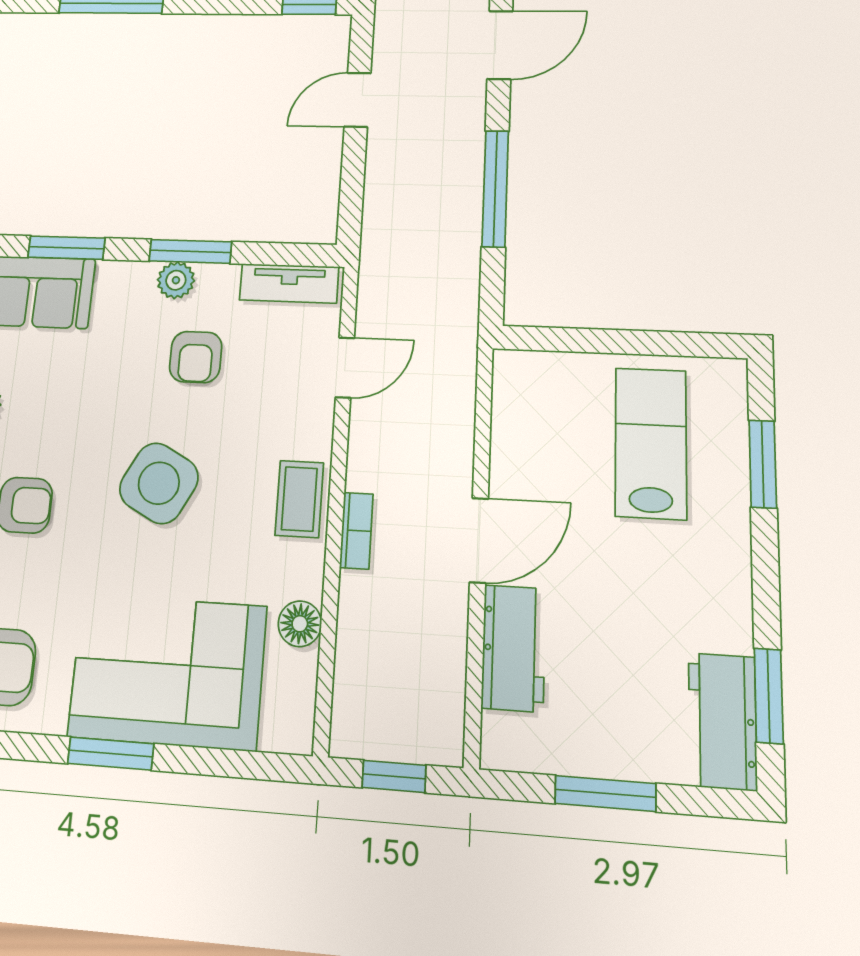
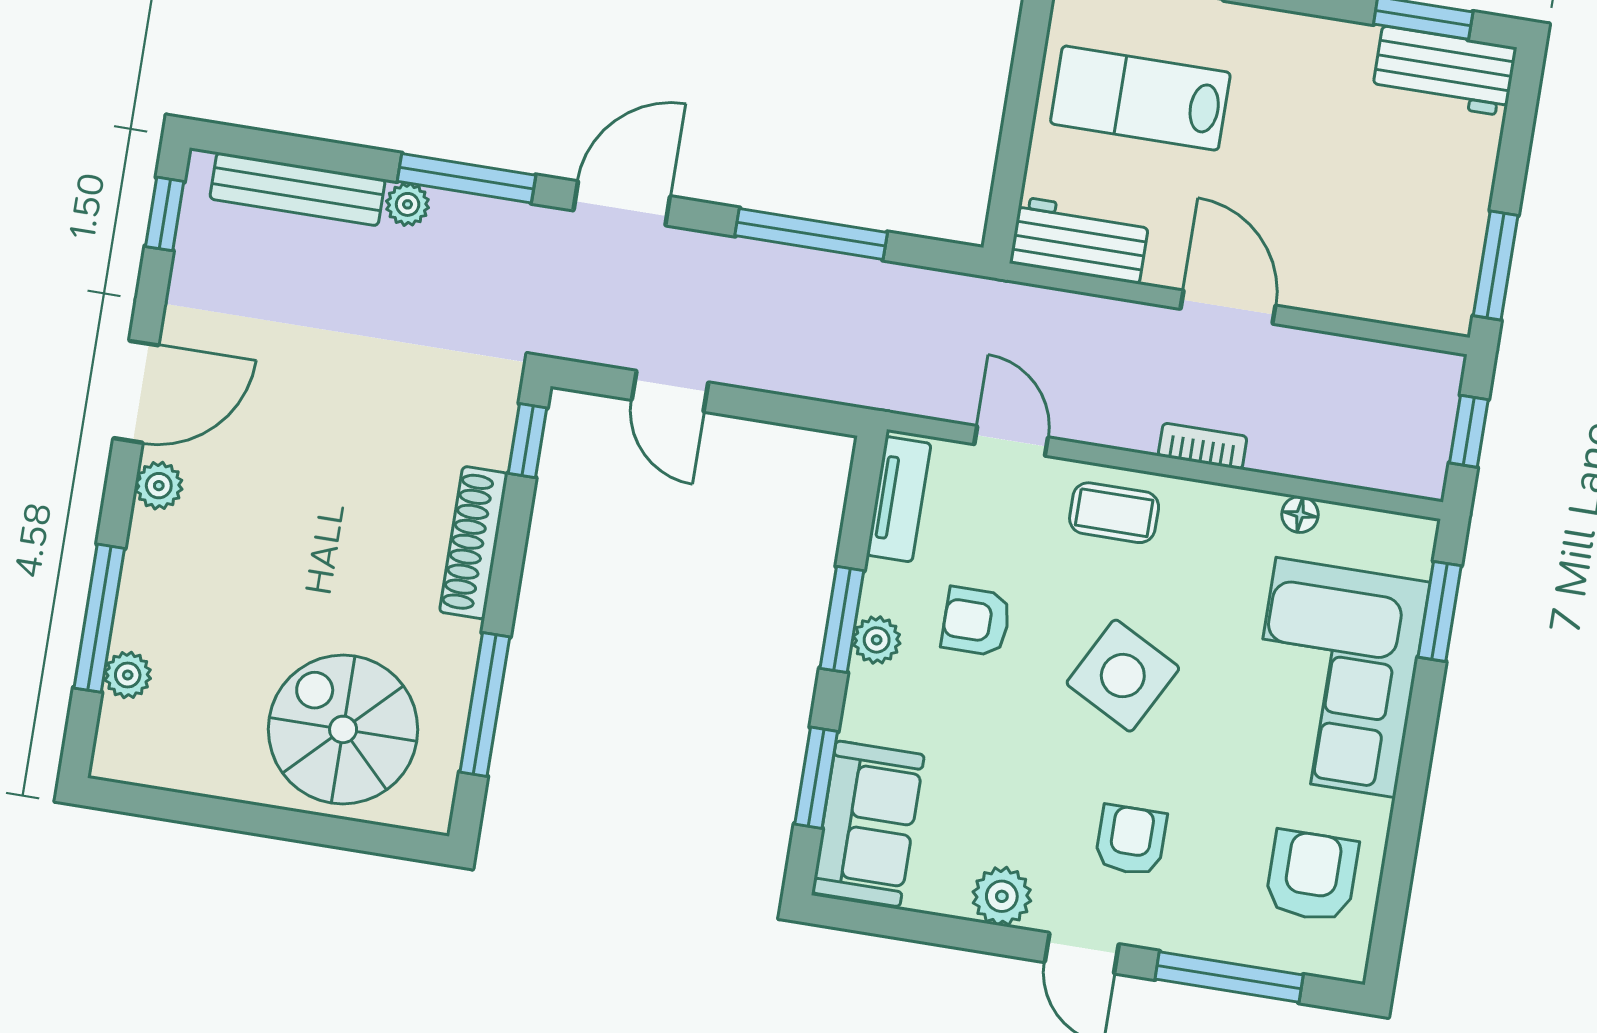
door: (500, 45) -> (622, 203), hinge flipped
armchair: (196, 357) -> (976, 621), turned 180
coffee table: (299, 499) -> (1114, 513), moved
floor lamp: (300, 624) -> (1300, 514), width x0.73, depth x0.73
workbench: (514, 648) -> (1080, 240), moved
window: (111, 754) -> (1440, 611), moved
window: (605, 793) -> (1496, 266), moved

